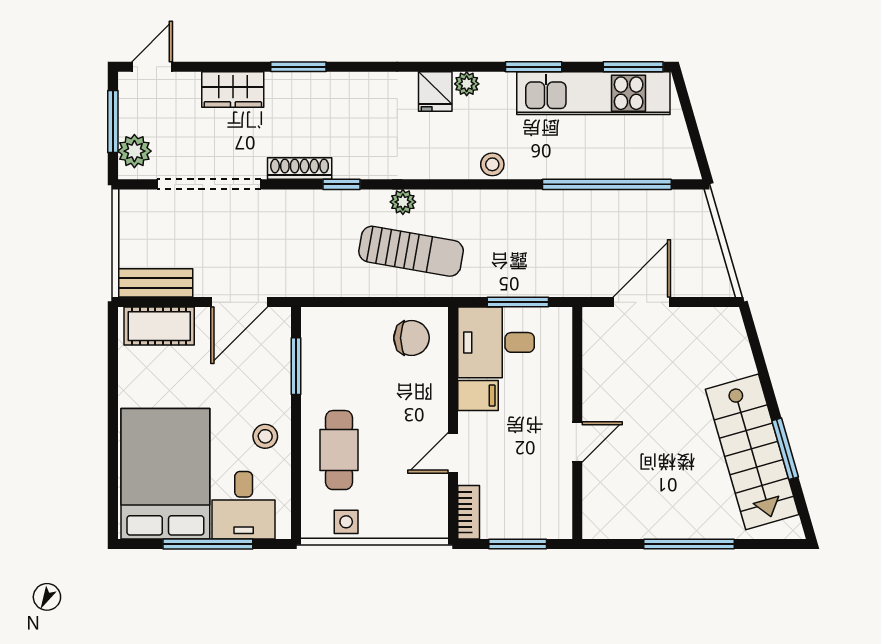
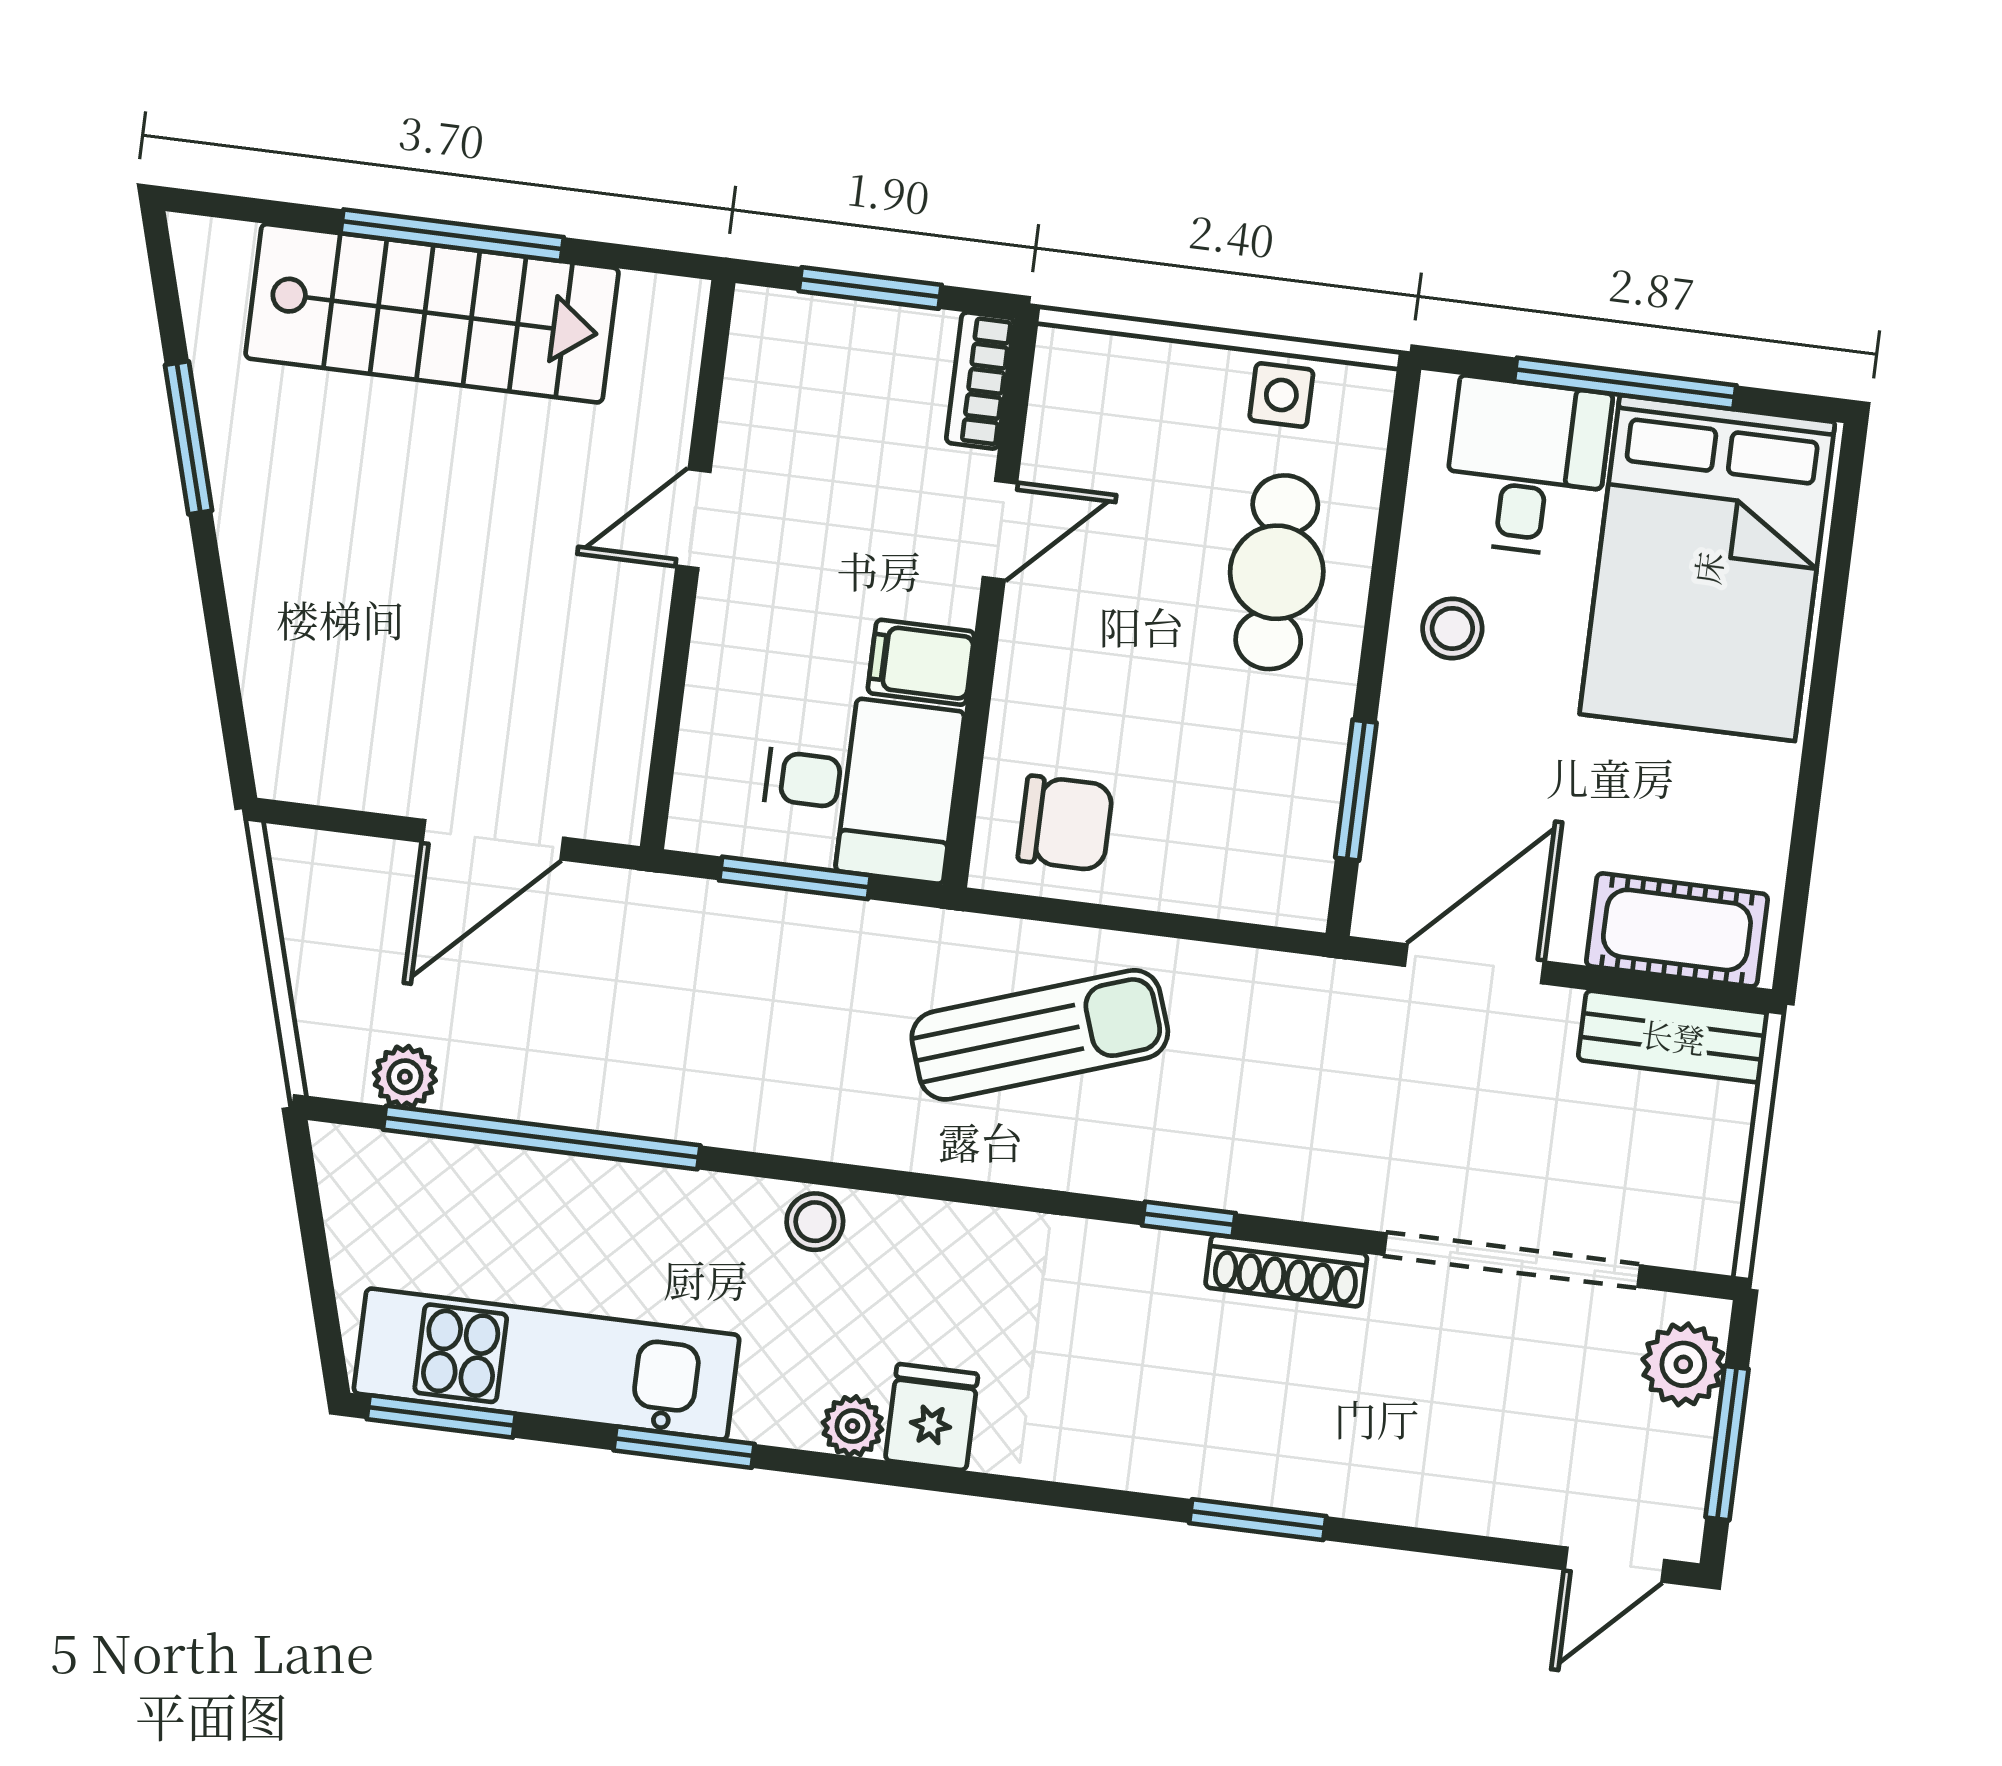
wardrobe: (233, 90) -> (1425, 1484), removed
plant: (403, 202) -> (405, 1077), moved
sun lounger: (411, 251) -> (1040, 1035), turned 151
chair: (412, 338) -> (1065, 823), turned 180
stairs: (752, 452) -> (432, 313), moved, turned 106

